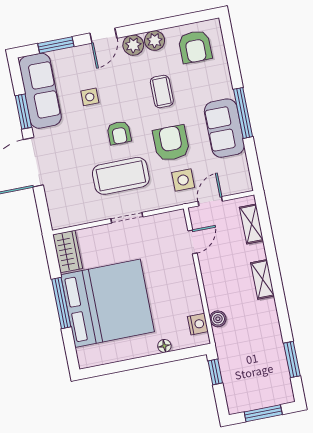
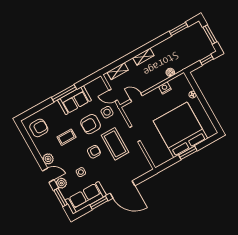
plant: (155, 41) -> (61, 183), moved
wardrobe: (68, 251) -> (161, 158), removed
window: (61, 303) -> (188, 153), width x0.69
nightstand: (198, 324) -> (165, 88), moved
window: (215, 372) -> (207, 60), moved

